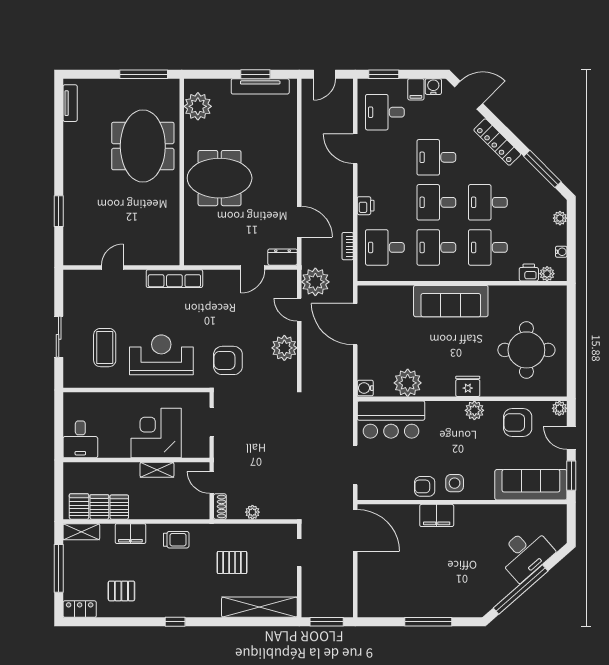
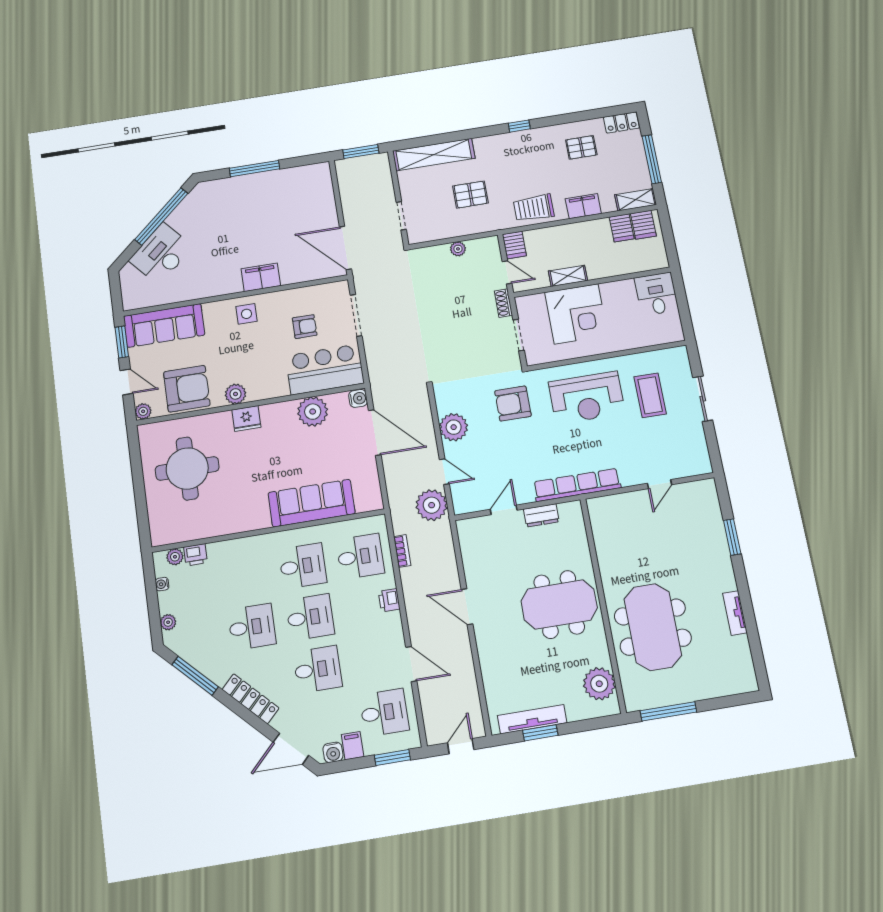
tv unit: (70, 103) -> (735, 613), moved
door: (299, 222) -> (467, 607), moved
desk: (488, 247) -> (245, 575), removed
dresser: (283, 257) -> (541, 515), moved
row of seats: (174, 279) -> (577, 485), width x1.36
sofa: (451, 301) -> (312, 503), moved
door: (355, 324) -> (375, 433), moved
armchair: (228, 360) -> (513, 404), turned 180
armchair: (518, 422) -> (187, 389), width x1.36, depth x1.36
armchair: (425, 486) -> (305, 327), moved
server rack: (119, 507) -> (514, 245), moved
shoe rack: (220, 507) -> (503, 303), moved
trolley: (176, 540) -> (534, 208), width x1.36, depth x1.39

